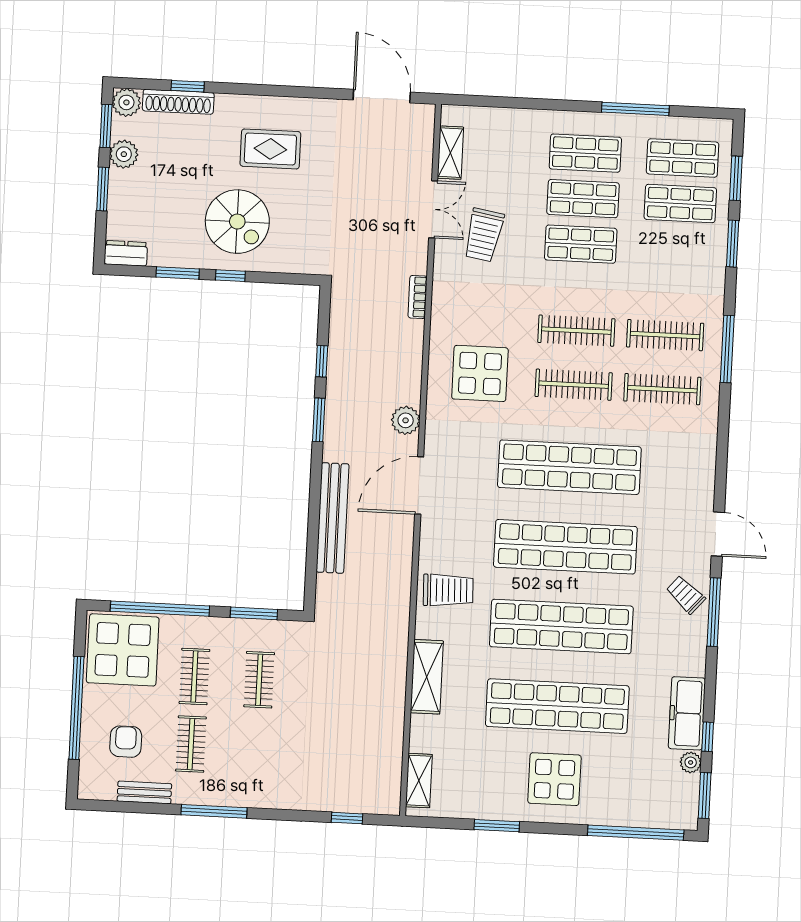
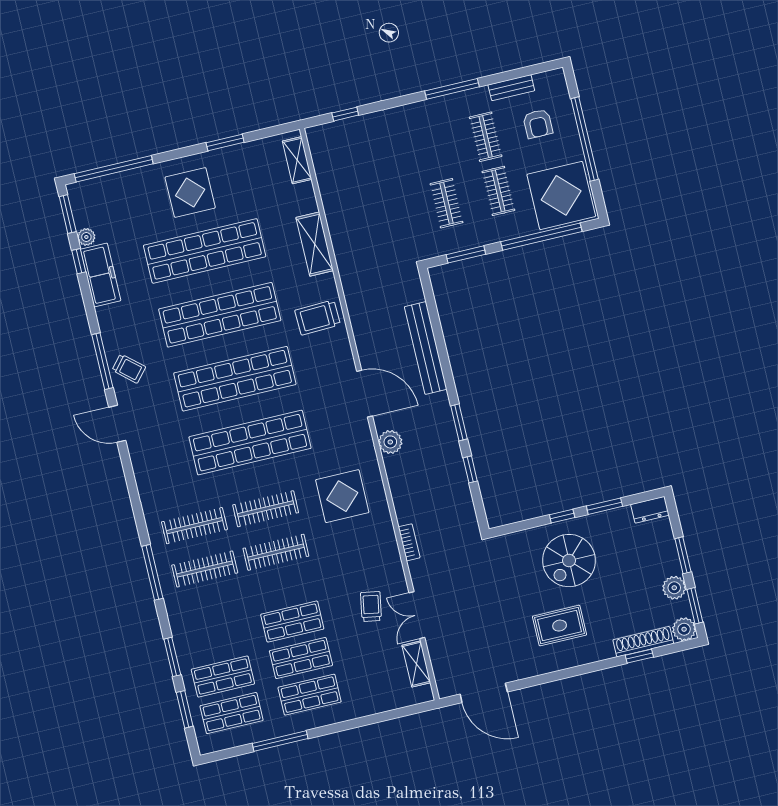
spiral stairs: (237, 222) -> (569, 561), turned -90
trolley: (484, 235) -> (371, 607), width x0.73, depth x0.72
door: (419, 486) -> (365, 394), hinge flipped

